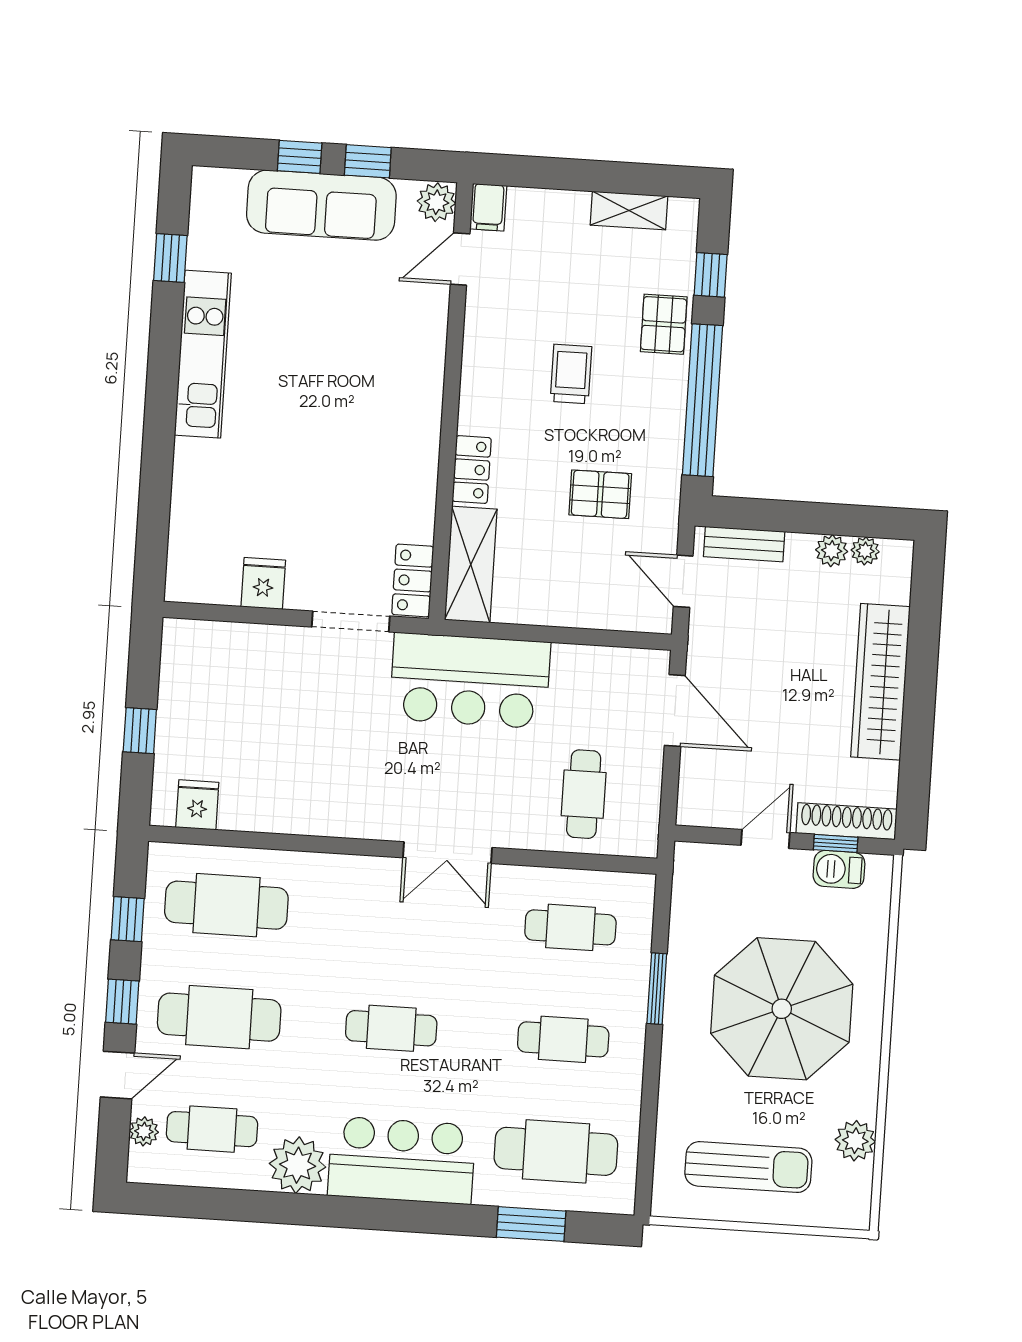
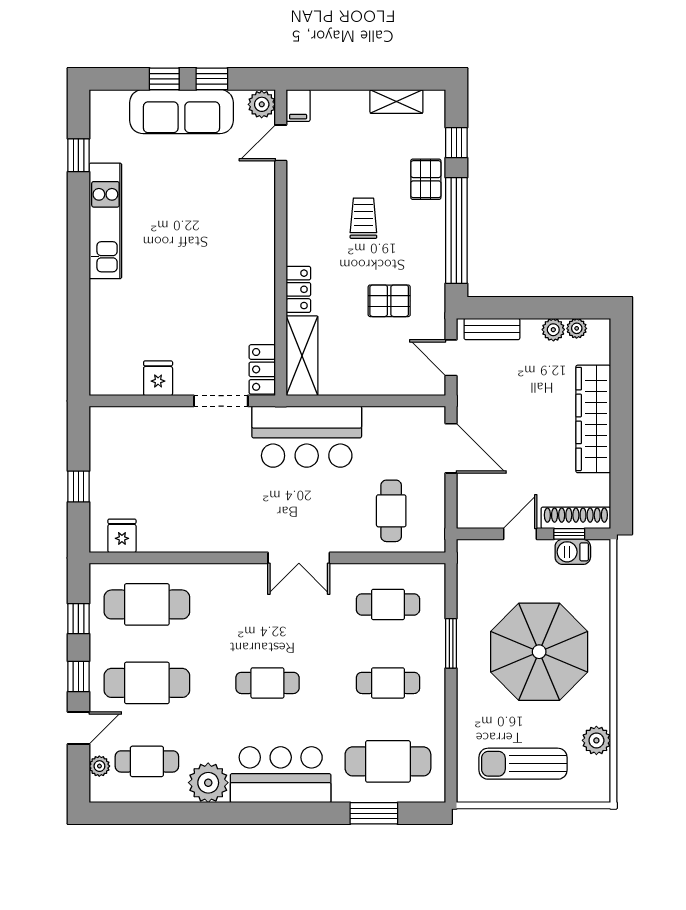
sun lounger: (748, 1167) -> (523, 764), turned 180

